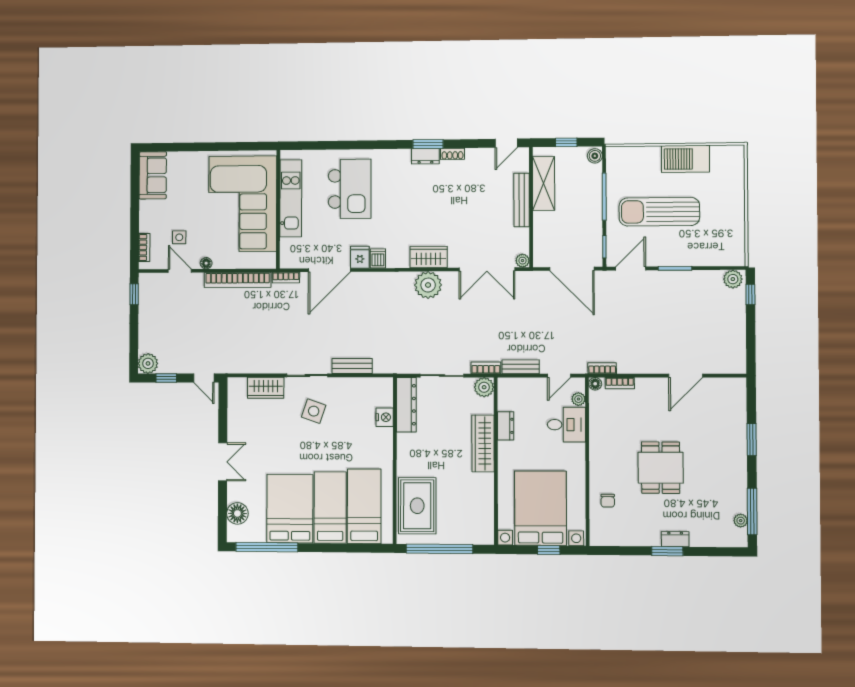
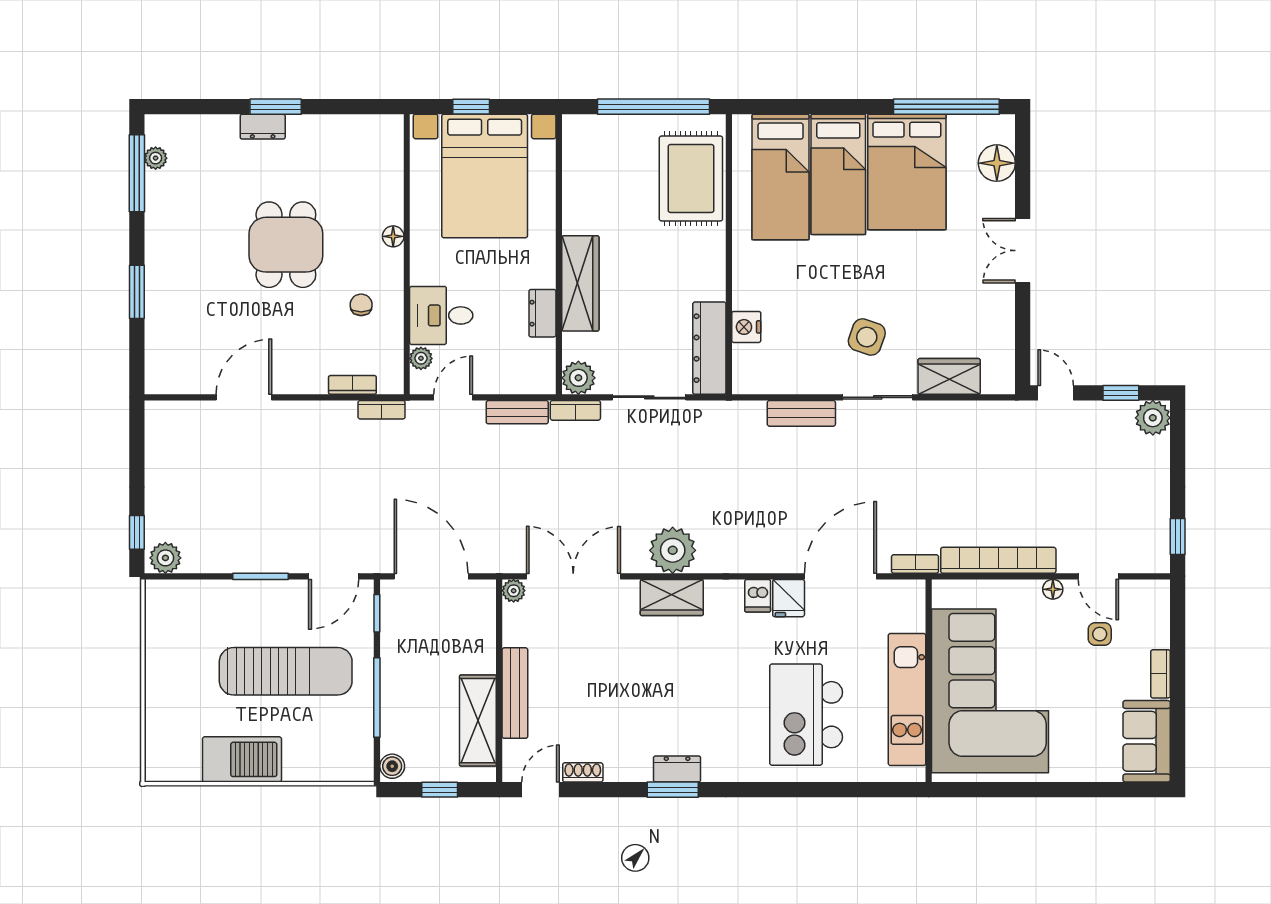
shoe rack: (452, 154) -> (583, 772), moved
bookcase: (144, 247) -> (1161, 674), moved
floor lamp: (595, 384) -> (393, 236), moved
chair: (608, 501) -> (361, 305), moved

